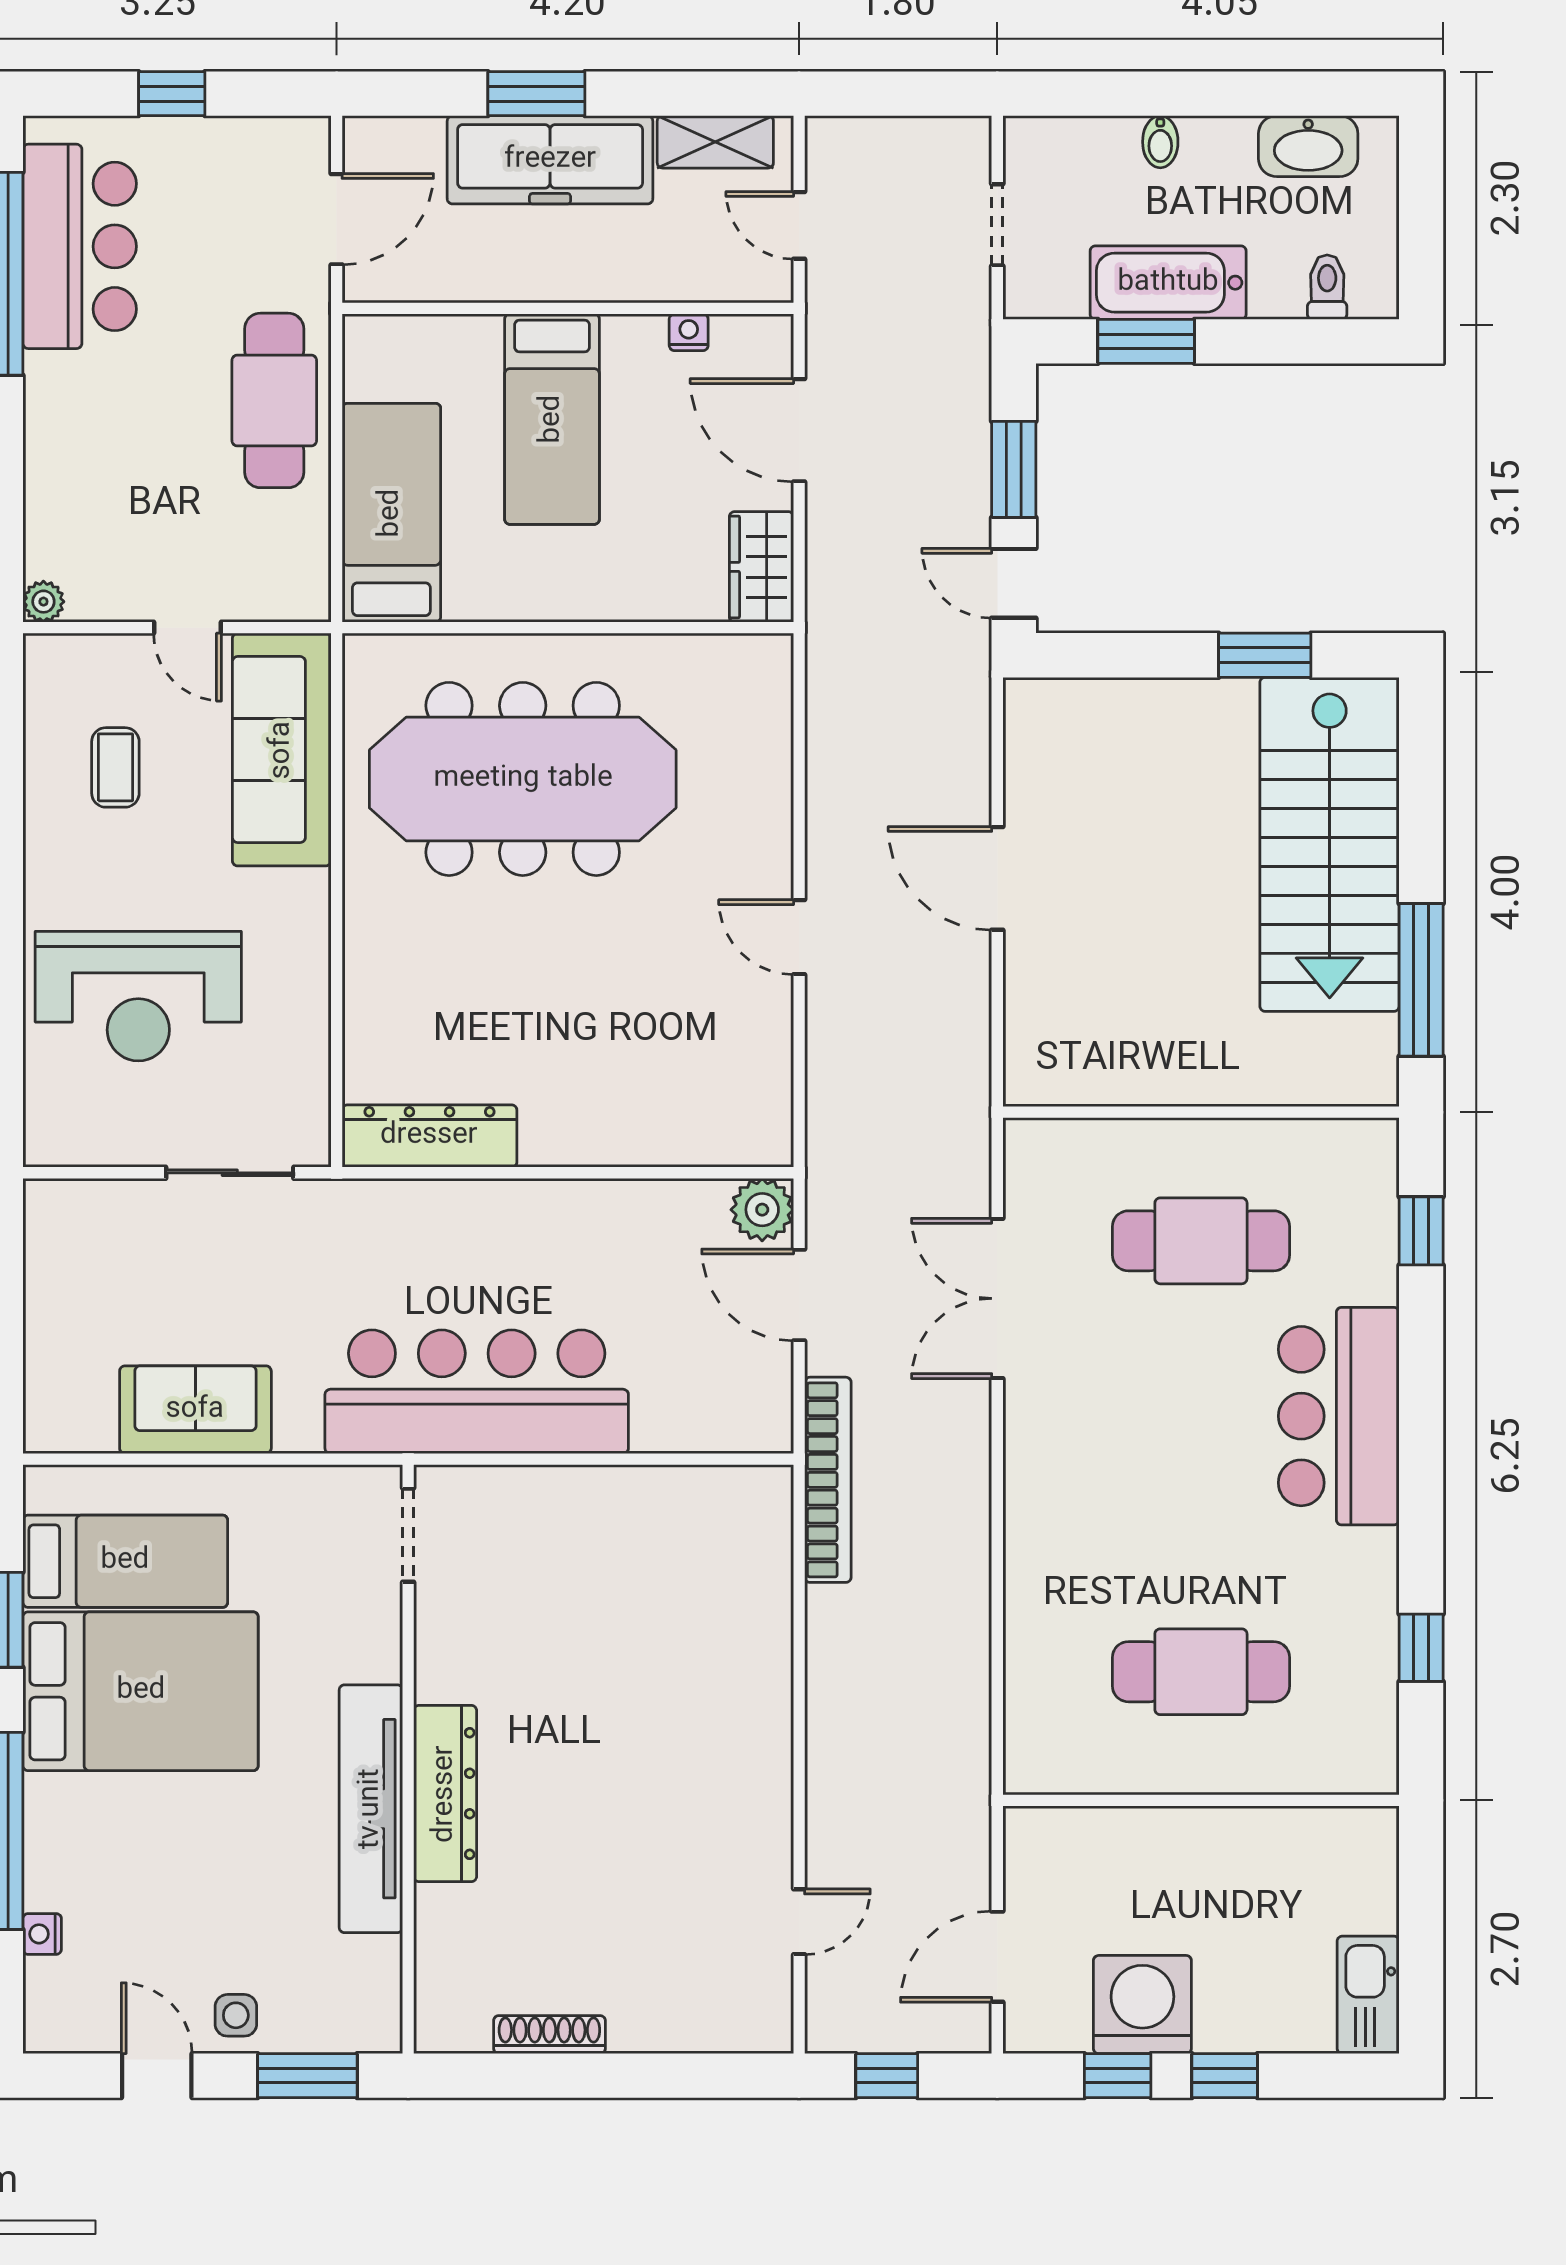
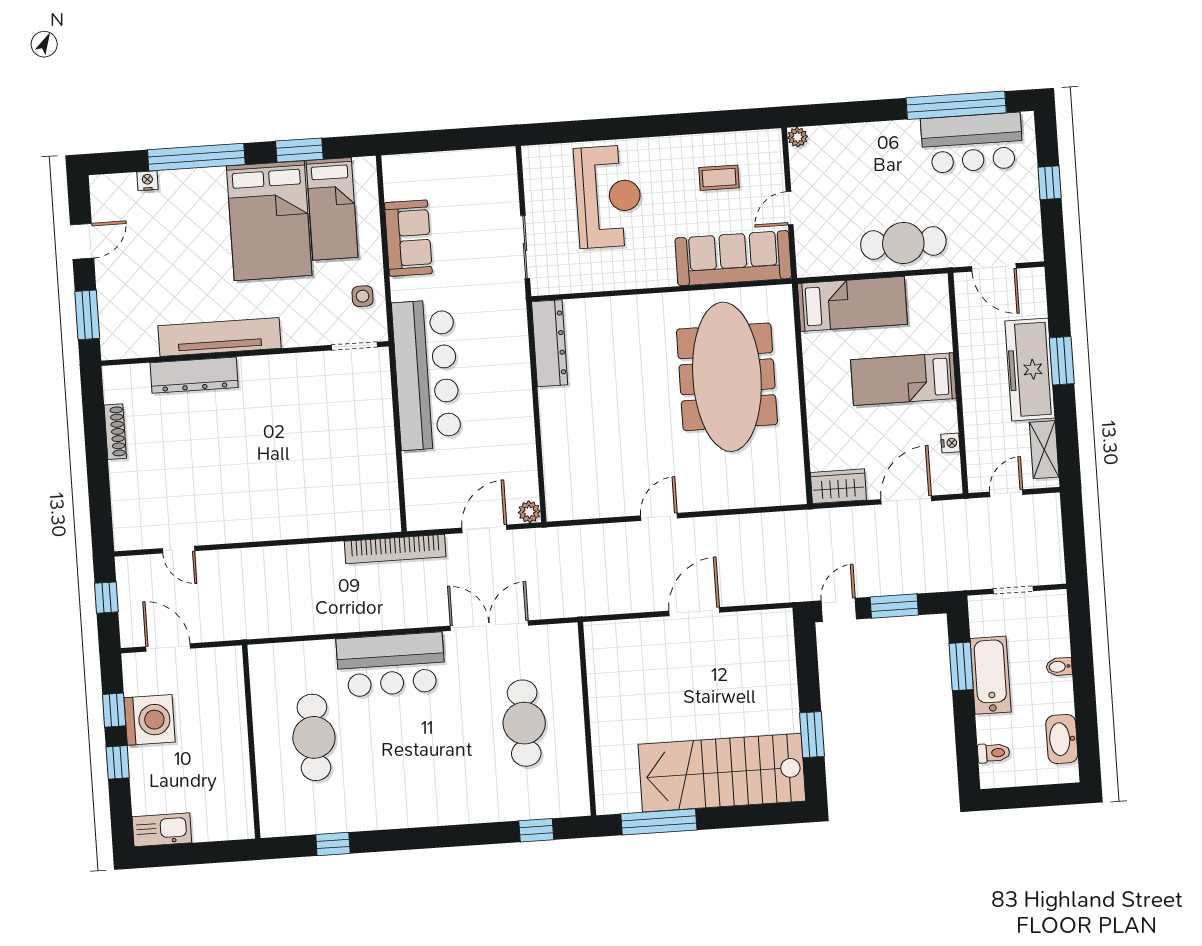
reception desk: (138, 996) -> (608, 196), turned 180
plant: (762, 1210) -> (529, 512), width x0.73, depth x0.73
bar counter: (1339, 1416) -> (391, 665), moved, turned 180
dresser: (445, 1794) -> (194, 375), moved
side table: (236, 2015) -> (363, 296), moved

